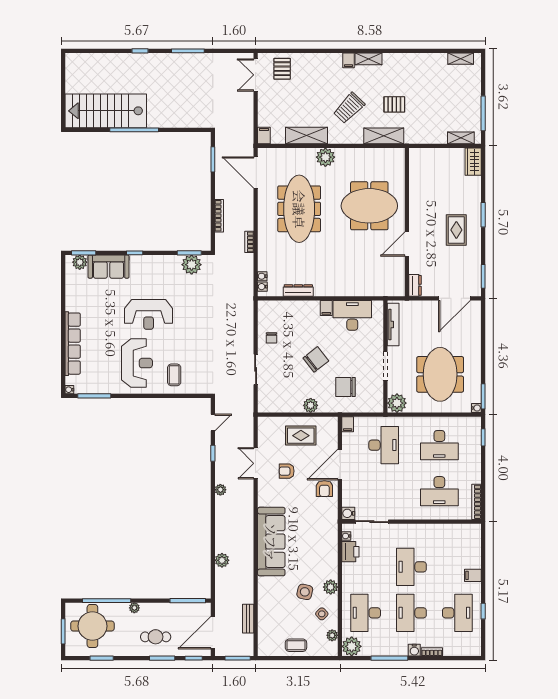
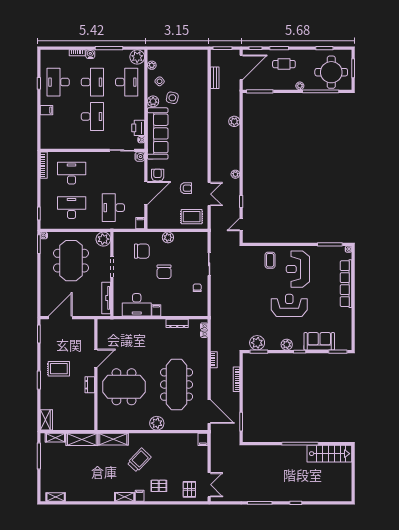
pallet: (394, 104) -> (159, 486), moved
stairs: (106, 111) -> (329, 454), width x0.73, depth x0.66
shelving: (306, 135) -> (82, 439), moved
rug: (456, 230) -> (59, 369), turned 90
plant: (80, 262) -> (287, 345), moved
dresser: (415, 285) -> (90, 385), moved
chair: (316, 359) -> (164, 272), turned -52
rug: (301, 436) -> (192, 217), moved
sofa: (271, 542) -> (158, 133), moved, turned 180
coffee table: (296, 645) -> (179, 58), removed

